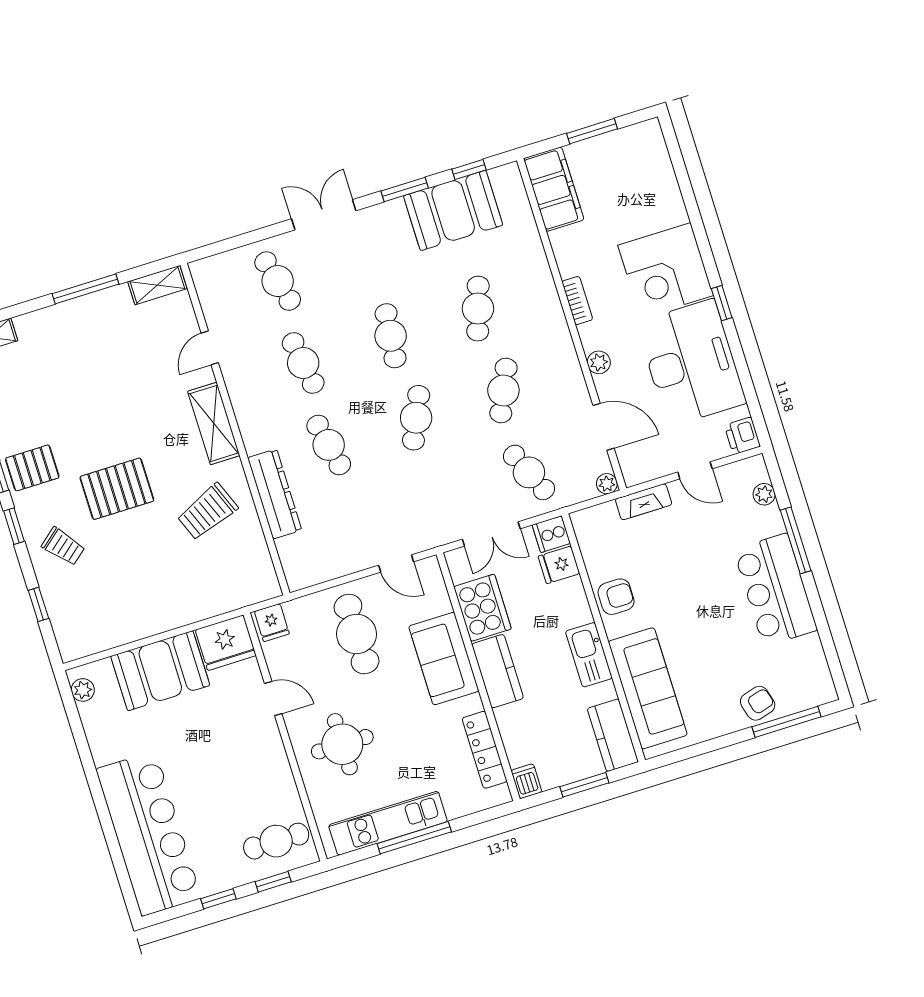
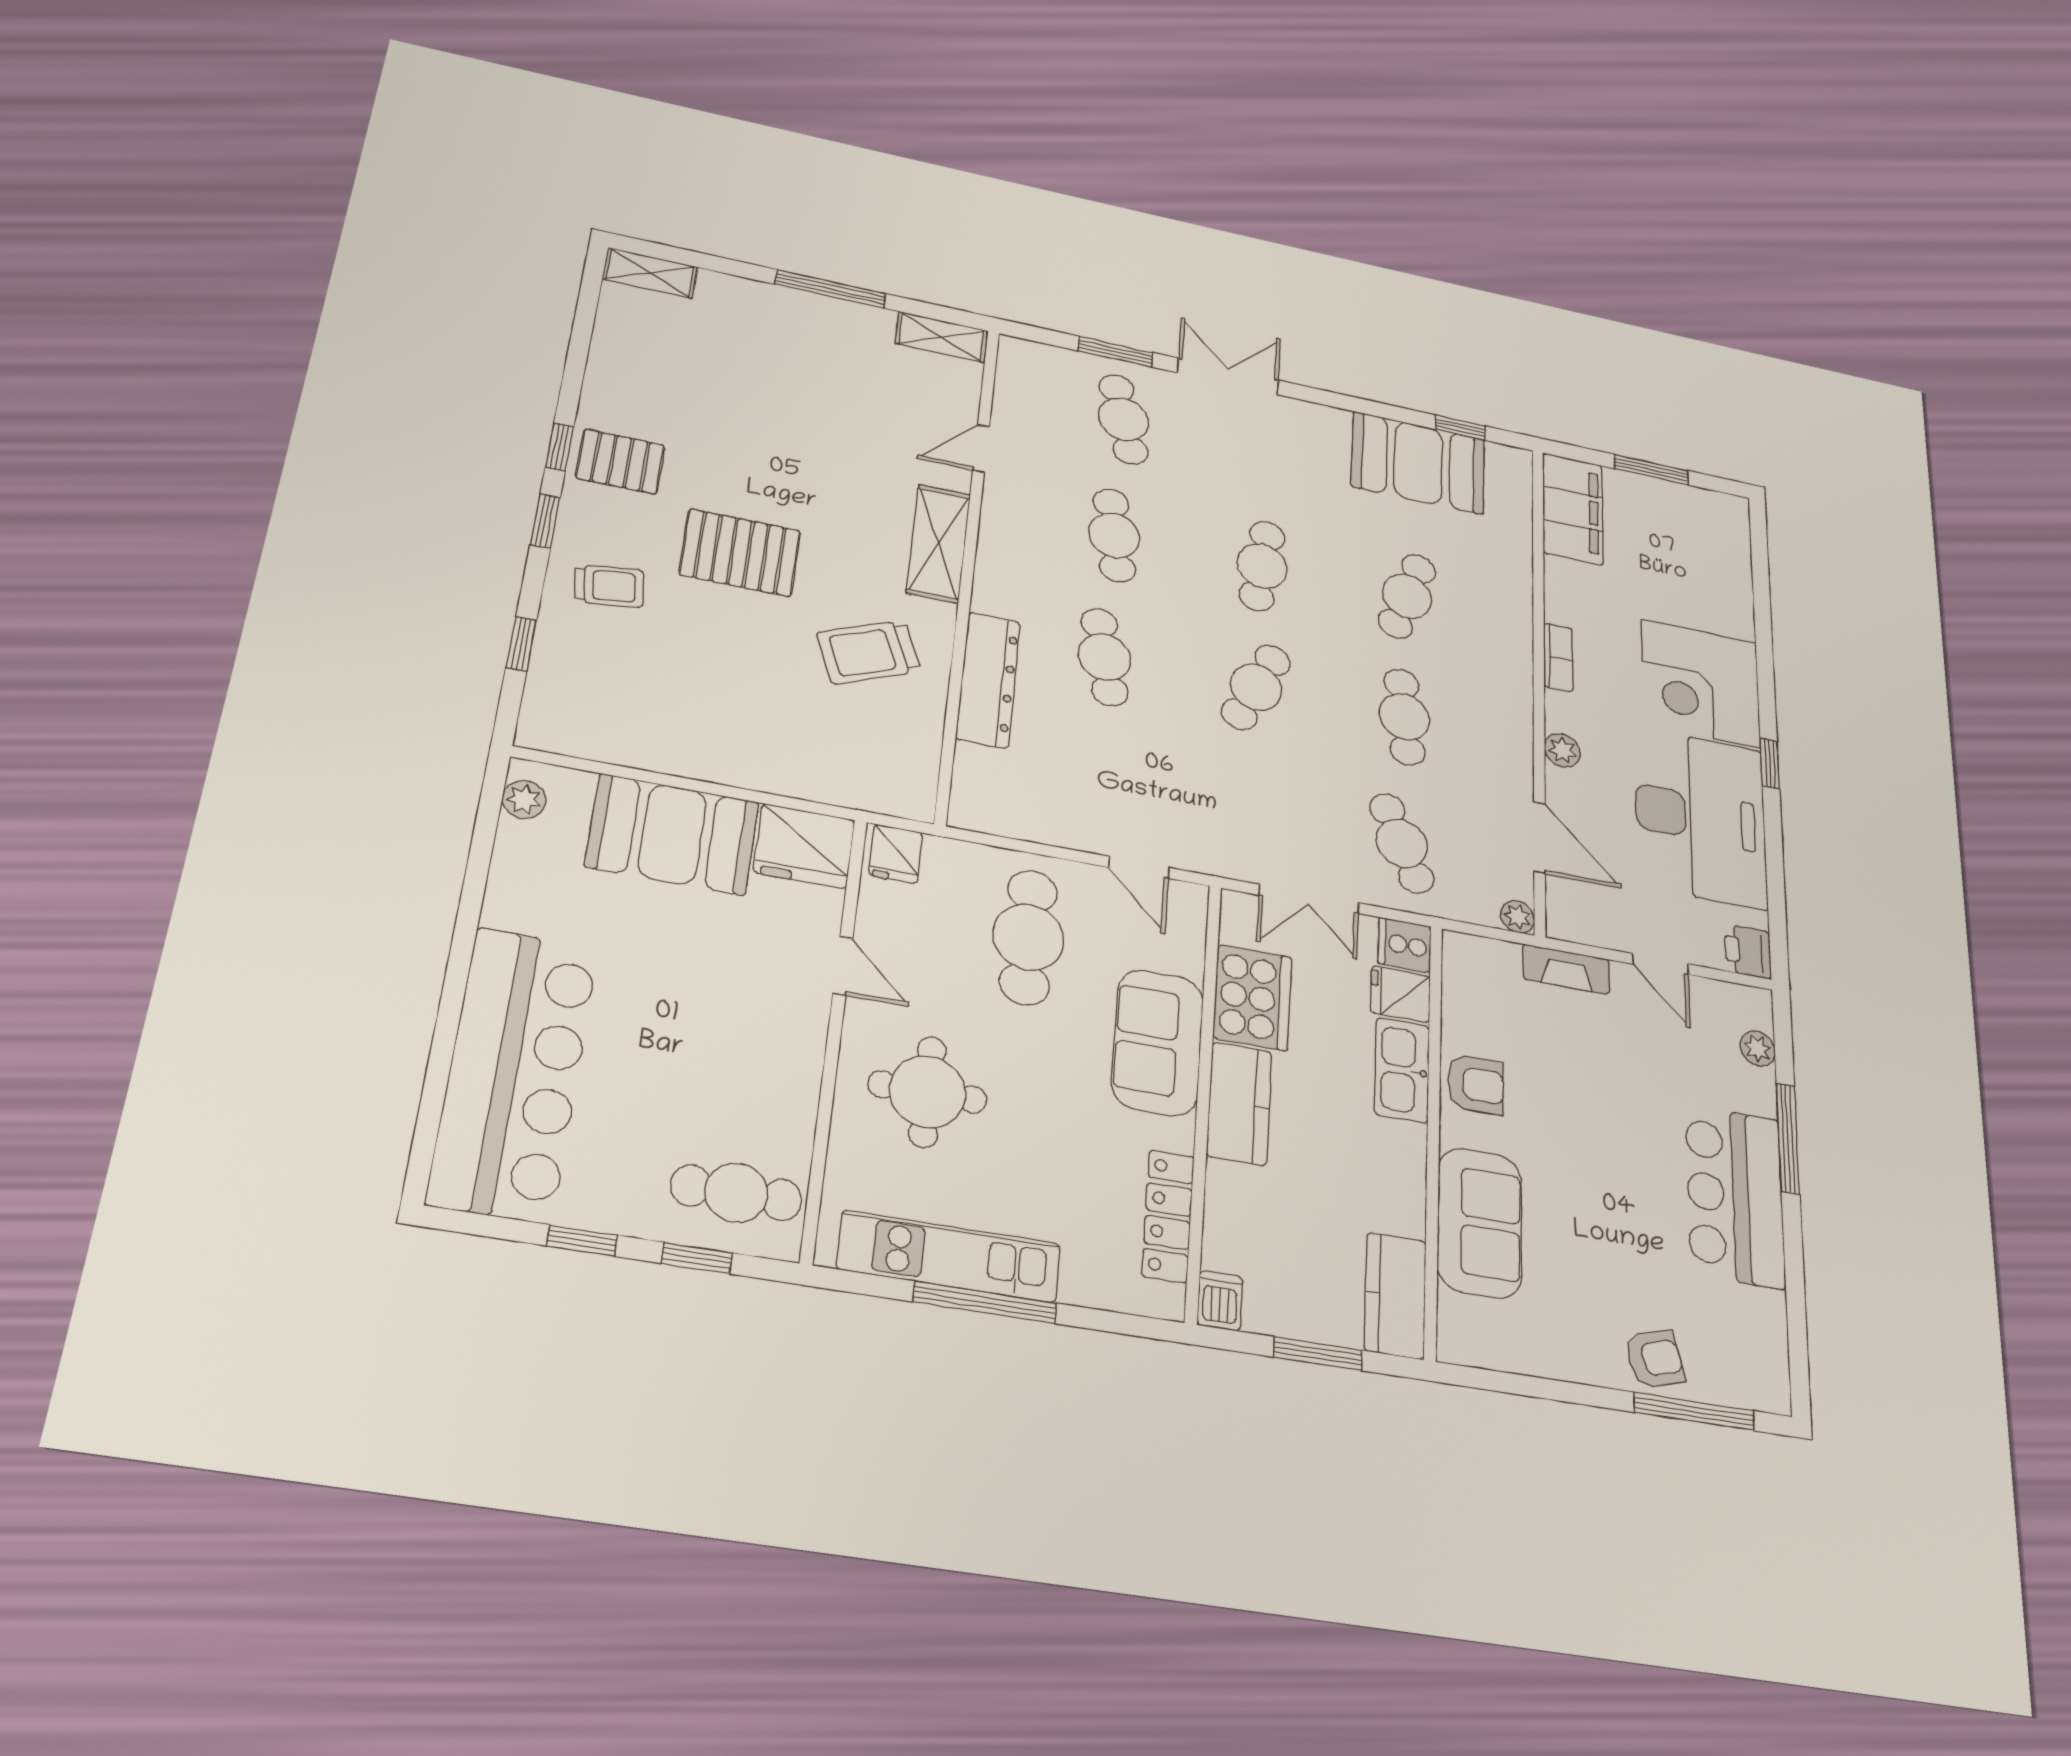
window: (405, 189) -> (1115, 352), moved
cafe table: (503, 391) -> (1404, 717), turned -30
trolley: (63, 546) -> (609, 586), turned -58
kitchen sink: (589, 655) -> (1402, 1070), moved
sofa: (648, 688) -> (1480, 1223), width x0.73

